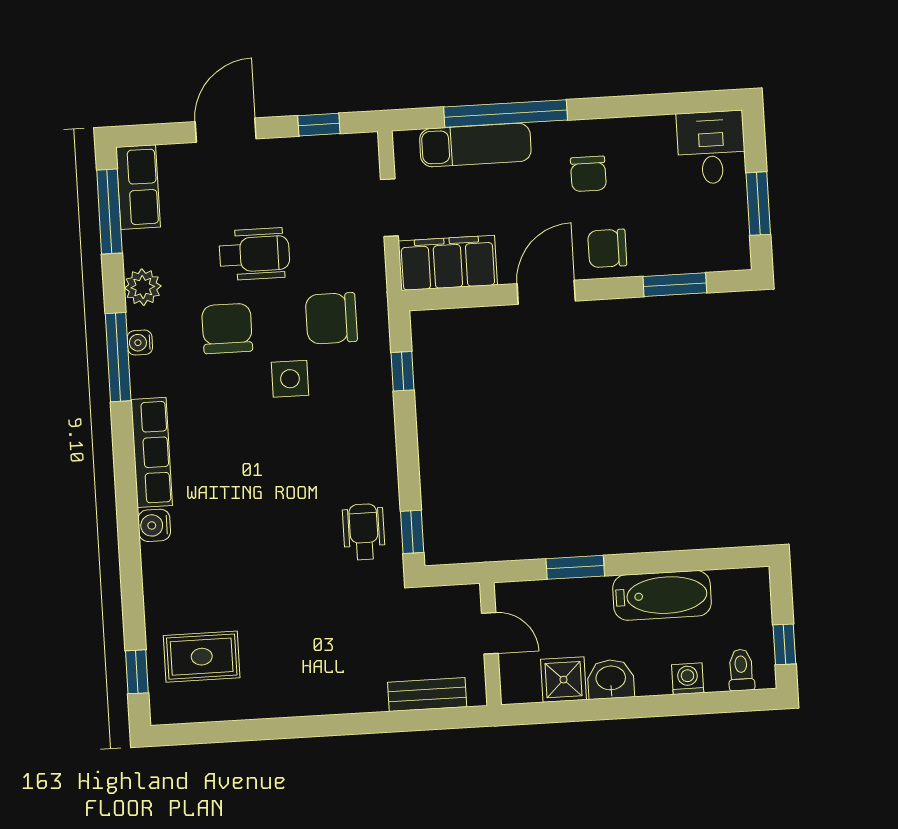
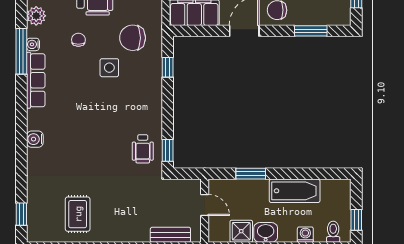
chair: (227, 328) -> (78, 40), width x0.54, depth x0.54
row of seats: (152, 452) -> (36, 80), moved
wheelchair: (364, 532) -> (143, 149), turned 180
rug: (202, 657) -> (78, 214), moved, turned 90

